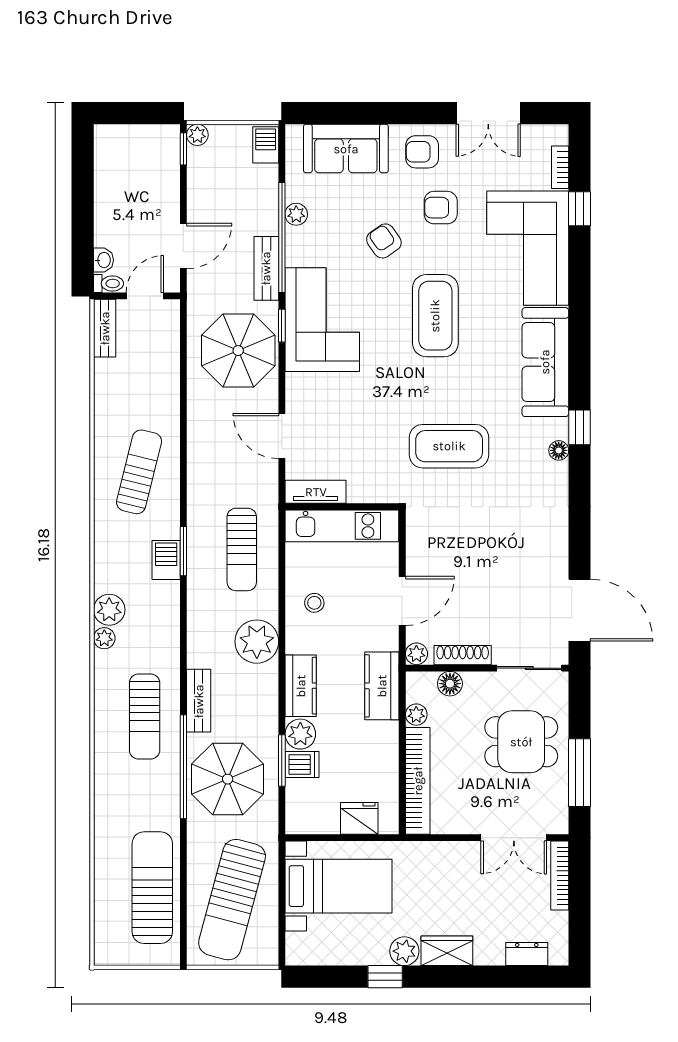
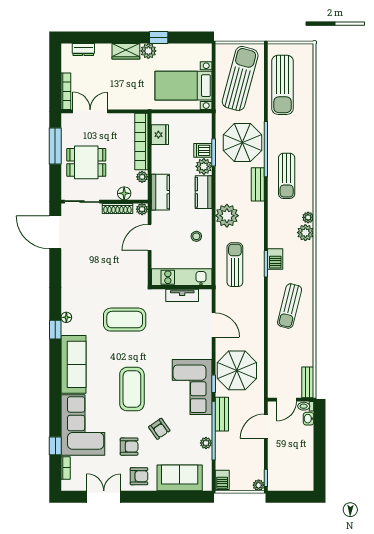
tv unit: (316, 492) -> (182, 295), moved
sun lounger: (145, 716) -> (287, 176), turned 180
fridge: (359, 818) -> (160, 135), moved, turned -90

